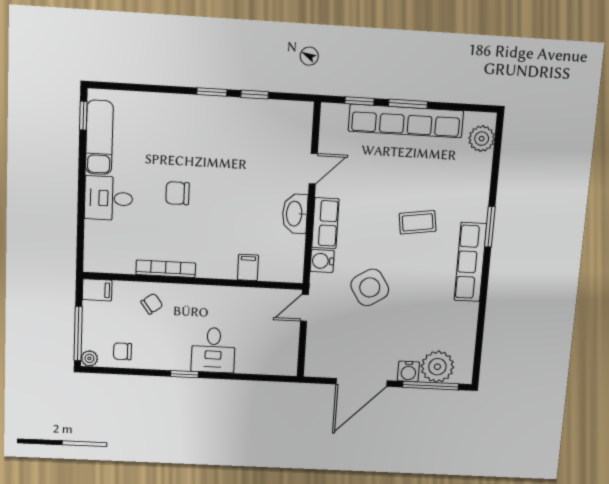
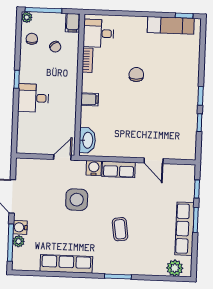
row of seats: (406, 121) -> (185, 229), width x0.73
desk: (109, 198) -> (99, 33), moved, turned -90
washbasin: (295, 214) -> (87, 140), moved, turned 90
row of seats: (470, 262) -> (66, 264), moved
filing cabinet: (248, 267) -> (90, 99), moved
bookcase: (166, 269) -> (87, 60), width x0.64
side table: (370, 287) -> (77, 200), turned 32
chair: (152, 304) -> (55, 47), moved
door: (304, 308) -> (62, 157), hinge flipped
plant: (437, 367) -> (19, 241), width x0.53, depth x0.53

